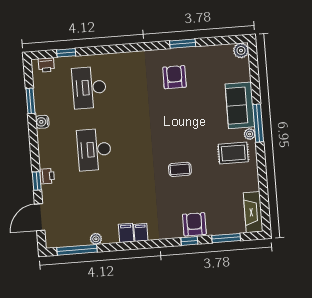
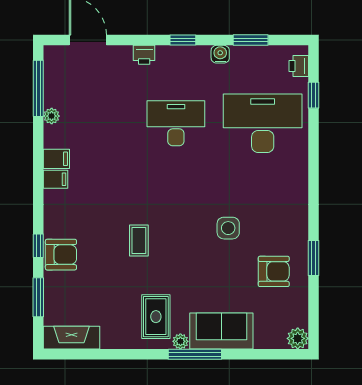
armchair: (174, 77) -> (274, 271), moved
desk: (89, 88) -> (263, 123), width x1.36, depth x1.30
side table: (166, 106) -> (228, 228), added
window: (37, 181) -> (183, 40), moved

